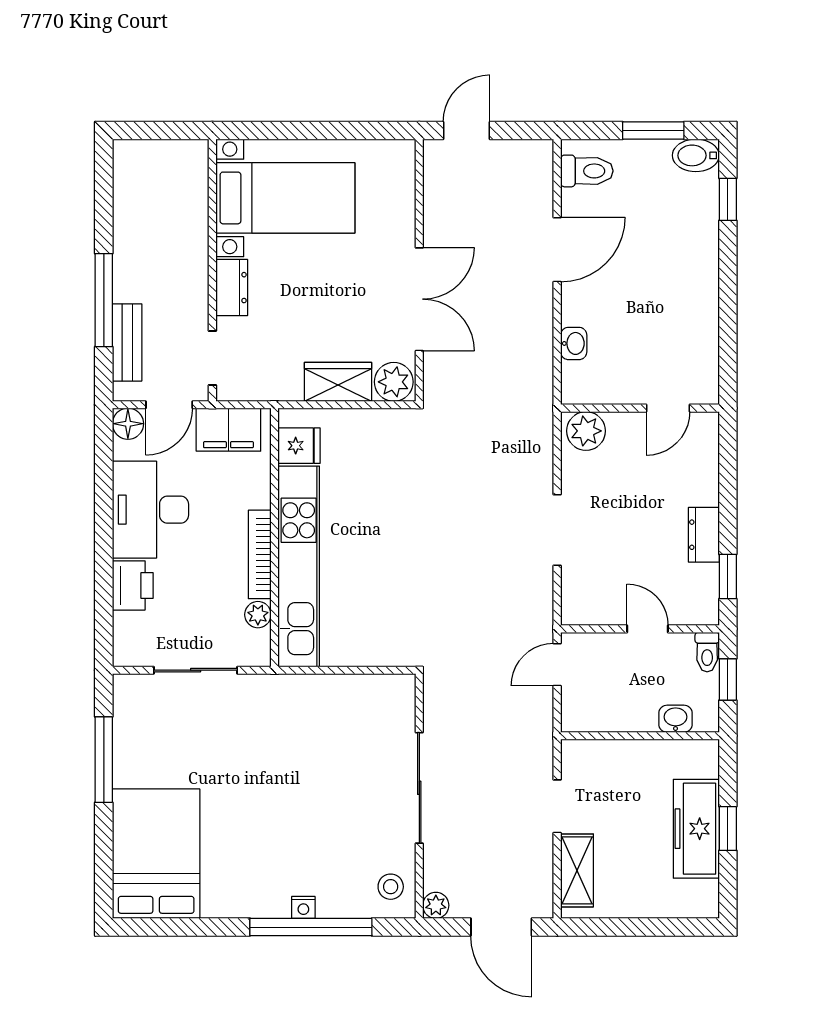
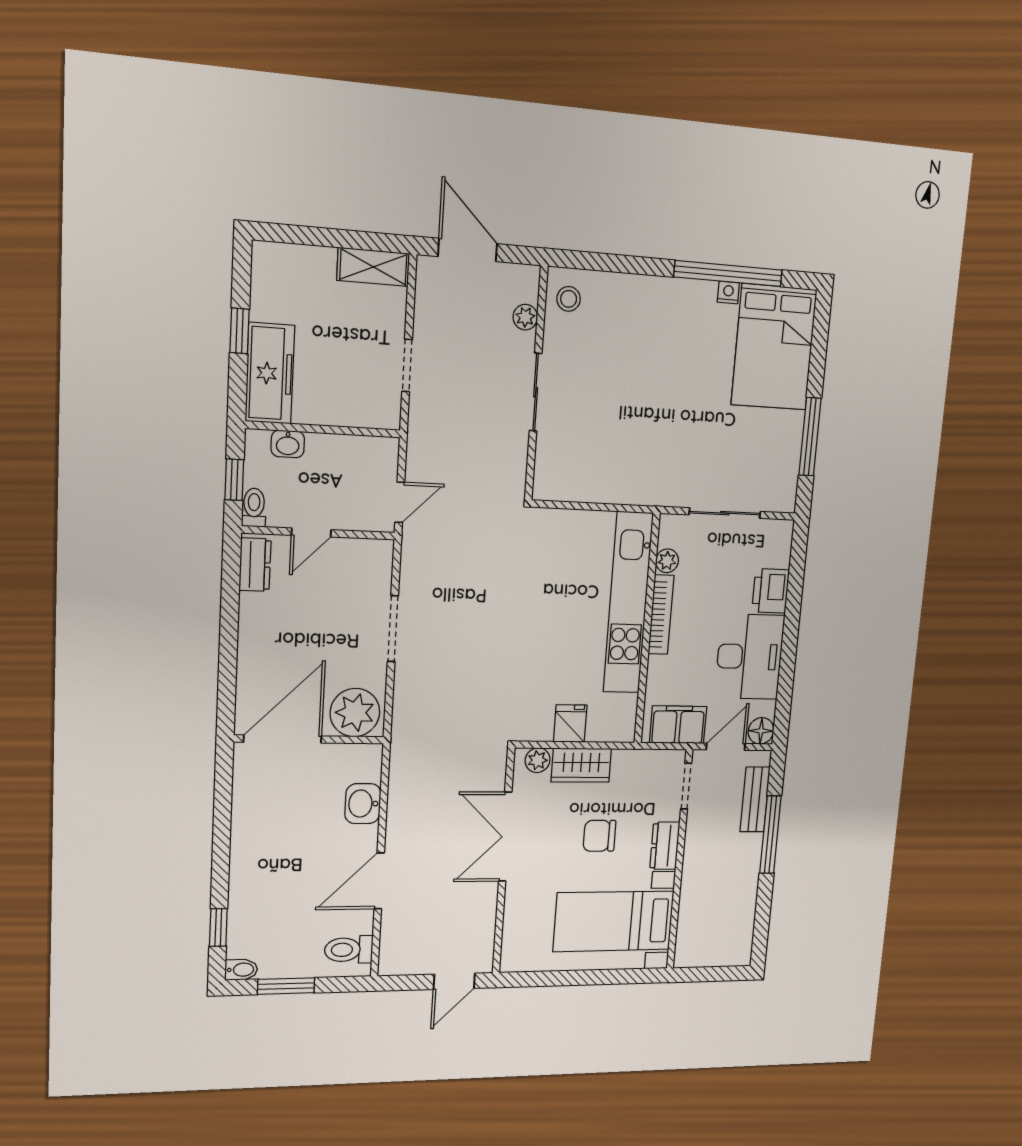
bidet: (696, 155) -> (241, 970), width x0.72, depth x0.74
chair: (310, 300) -> (599, 836), added
washbasin: (574, 343) -> (363, 804), width x1.38, depth x1.45
plant: (394, 382) -> (538, 760), width x0.73, depth x0.73
door: (668, 408) -> (283, 739), width x1.88
plant: (586, 431) -> (355, 713), width x1.36, depth x1.36
fridge: (299, 446) -> (570, 724), moved, turned 90
dresser: (704, 535) -> (255, 565), moved
window: (728, 576) -> (231, 580), removed
door: (648, 629) -> (311, 533), hinge flipped
sliding door: (419, 788) -> (536, 392), width x0.73
freezer: (696, 829) -> (270, 373), moved
shelving: (577, 870) -> (373, 267), moved, turned 90
plant: (436, 905) -> (525, 317), moved
nightstand: (303, 907) -> (728, 292), moved
window: (311, 927) -> (728, 274), moved

